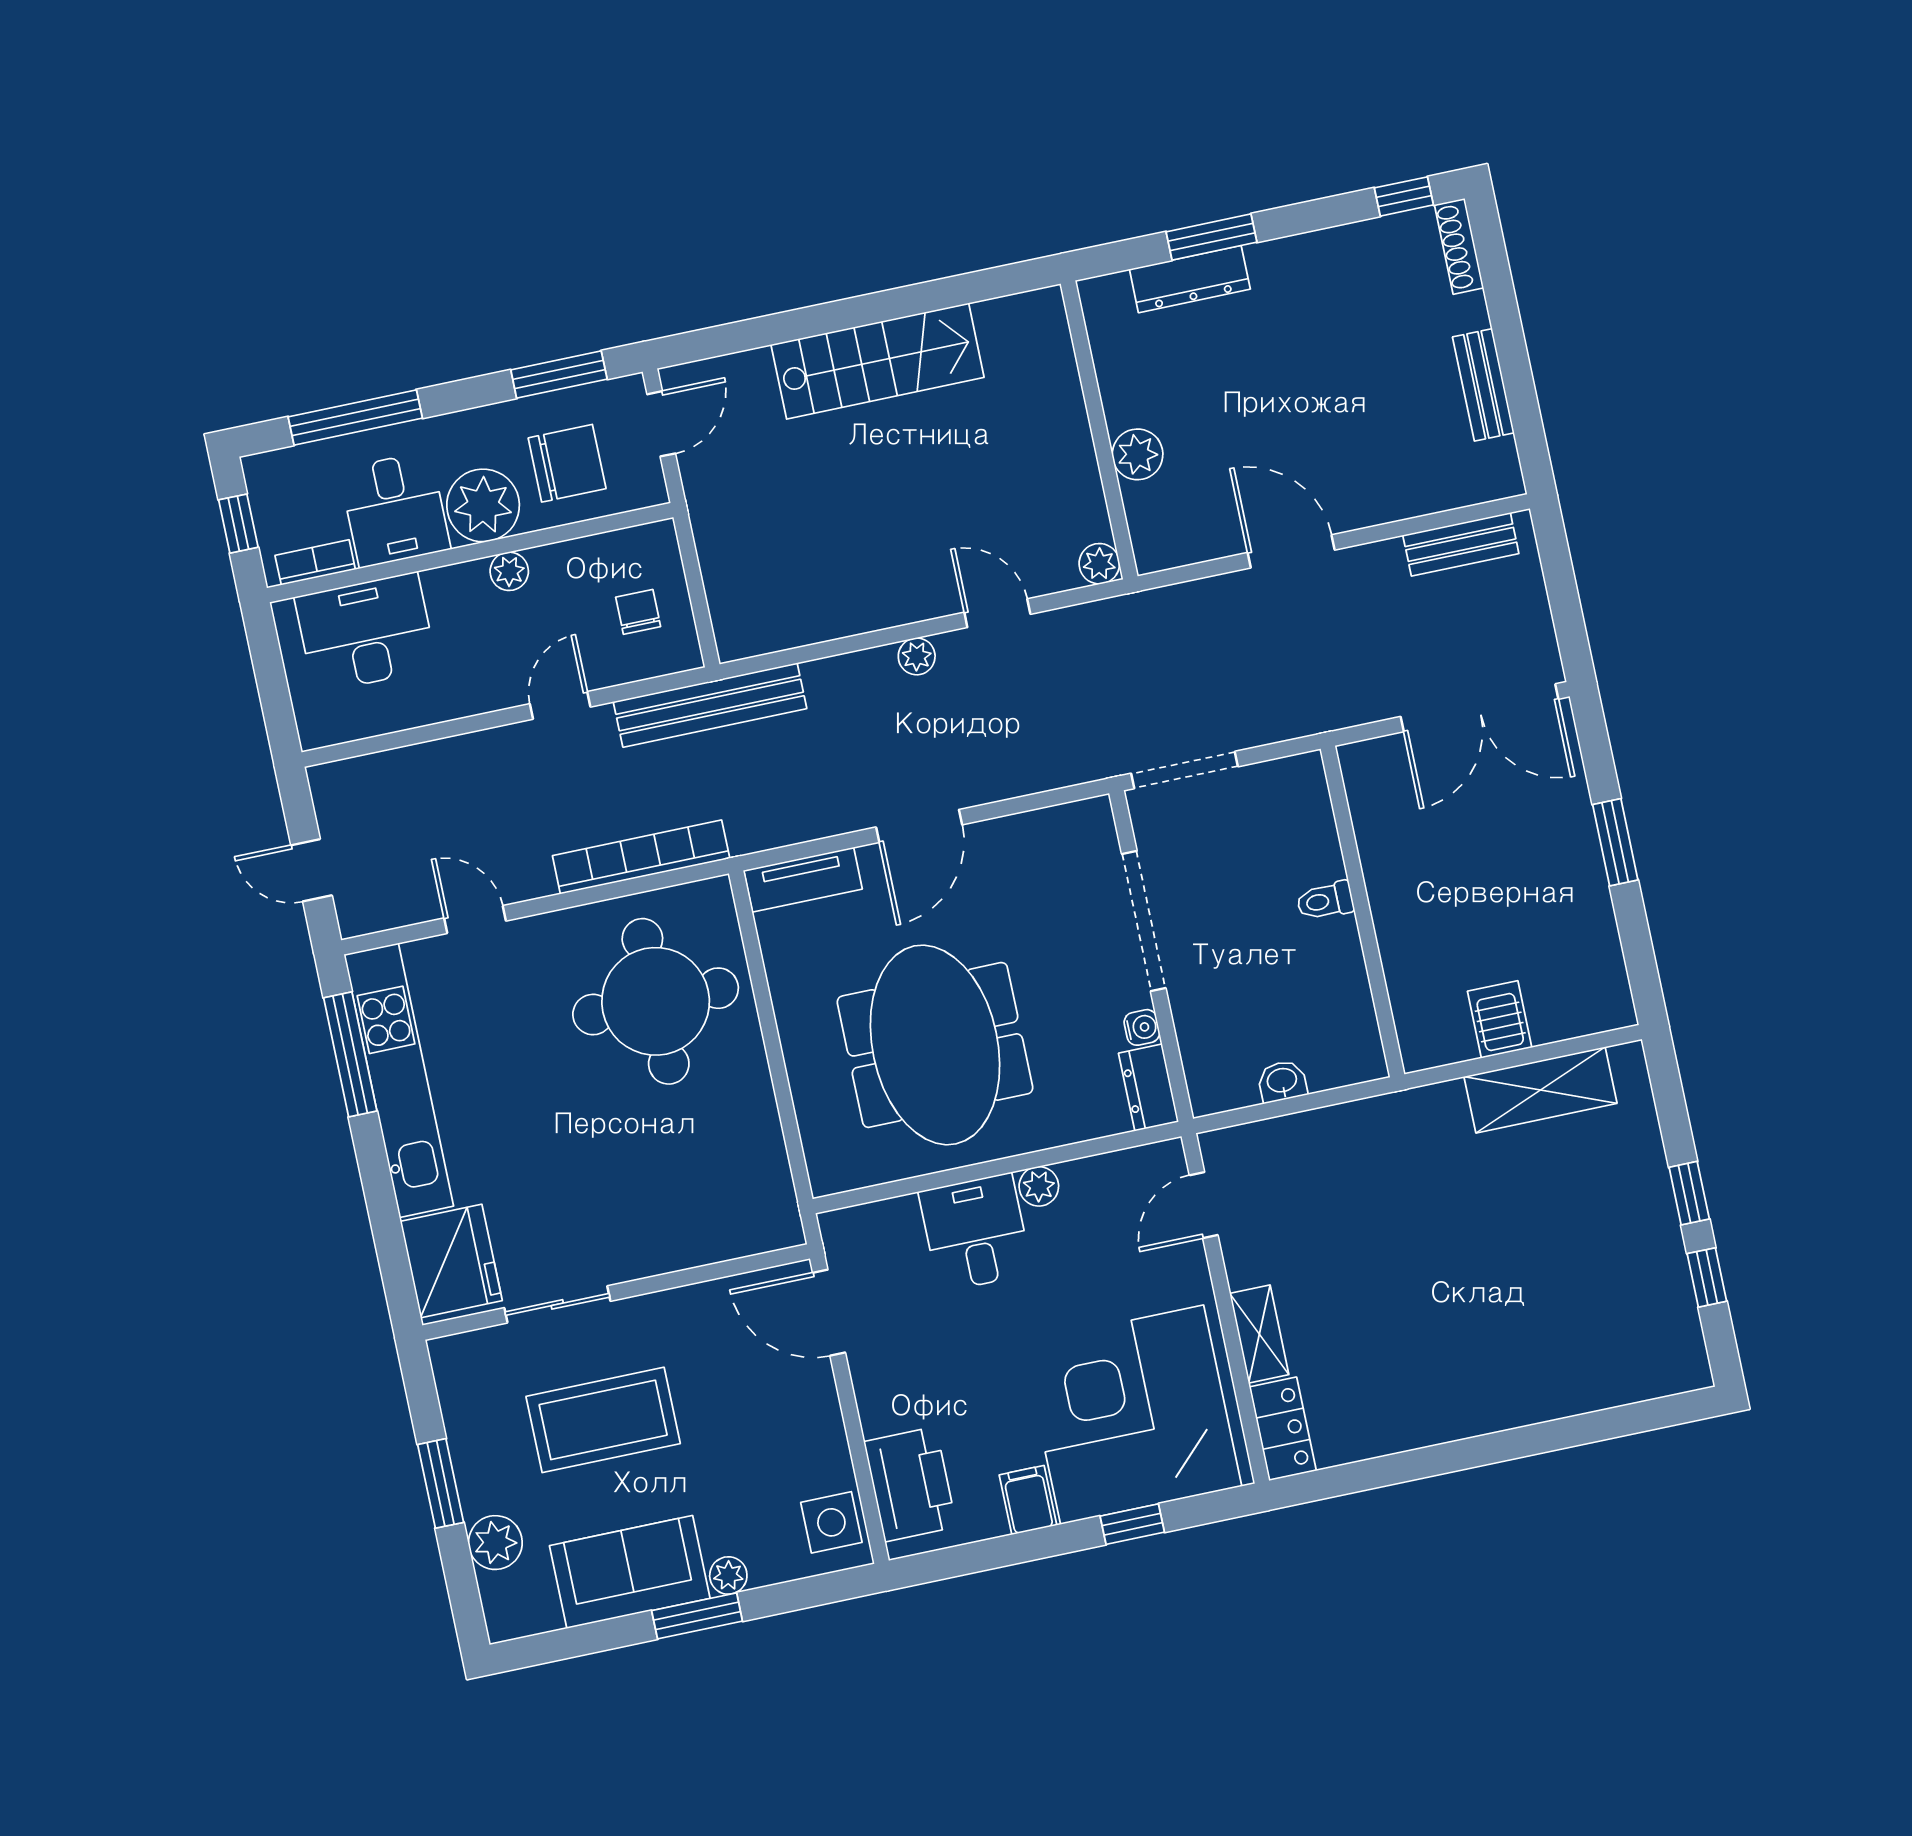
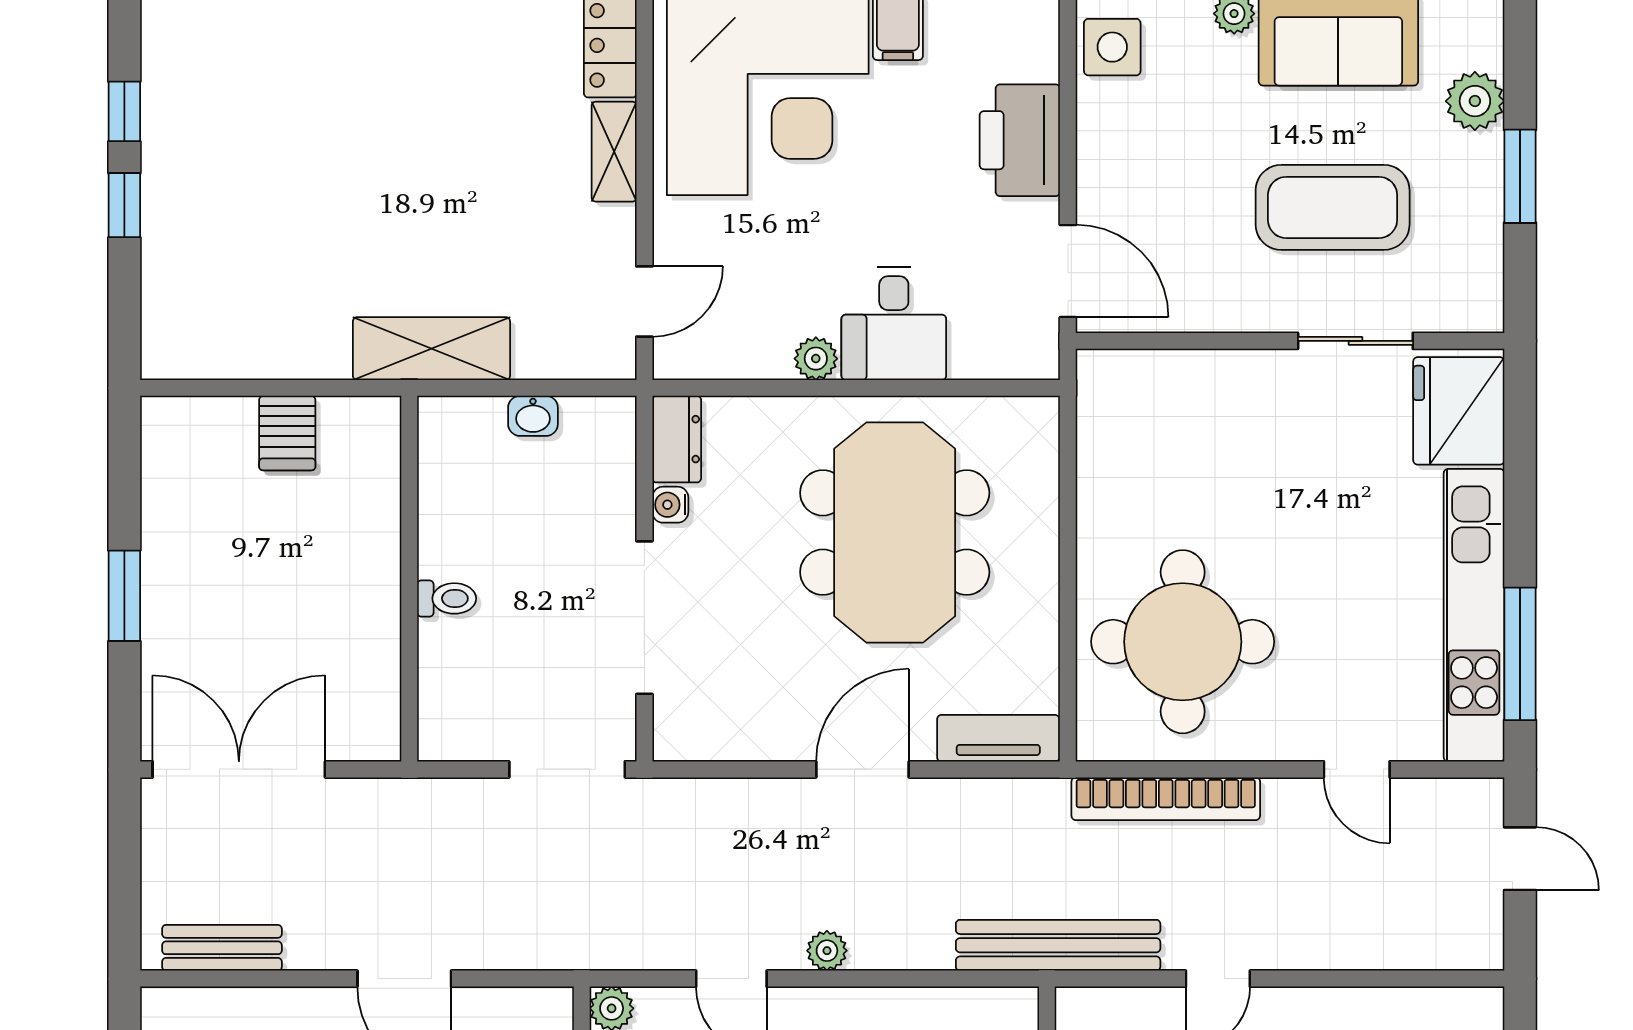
shelving: (1540, 1090) -> (431, 349), moved
printer: (910, 1484) -> (1020, 140), moved

